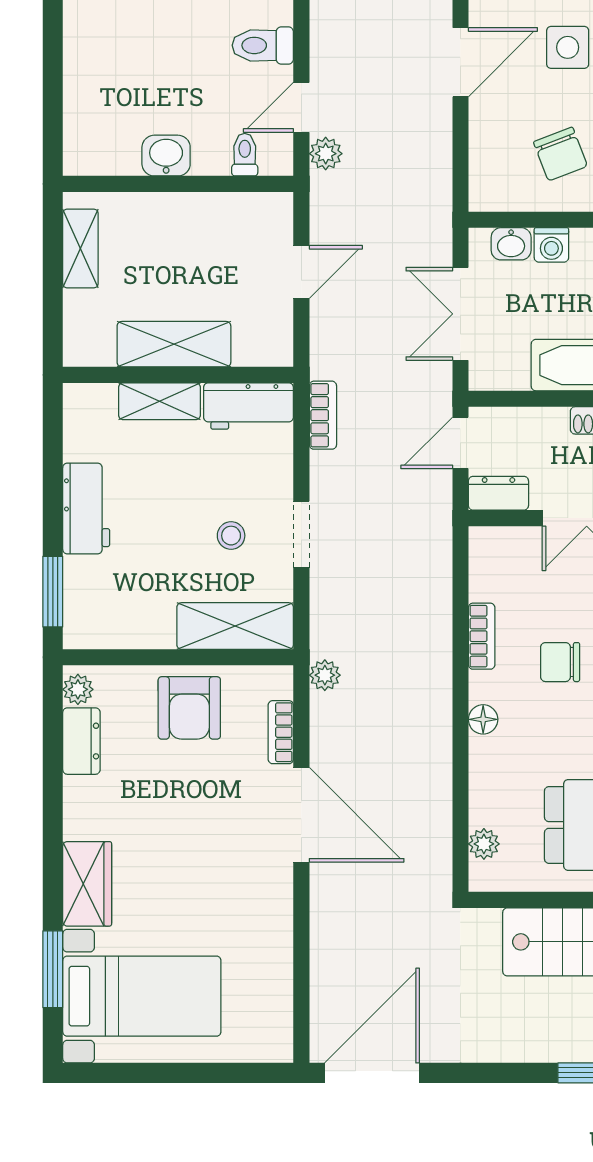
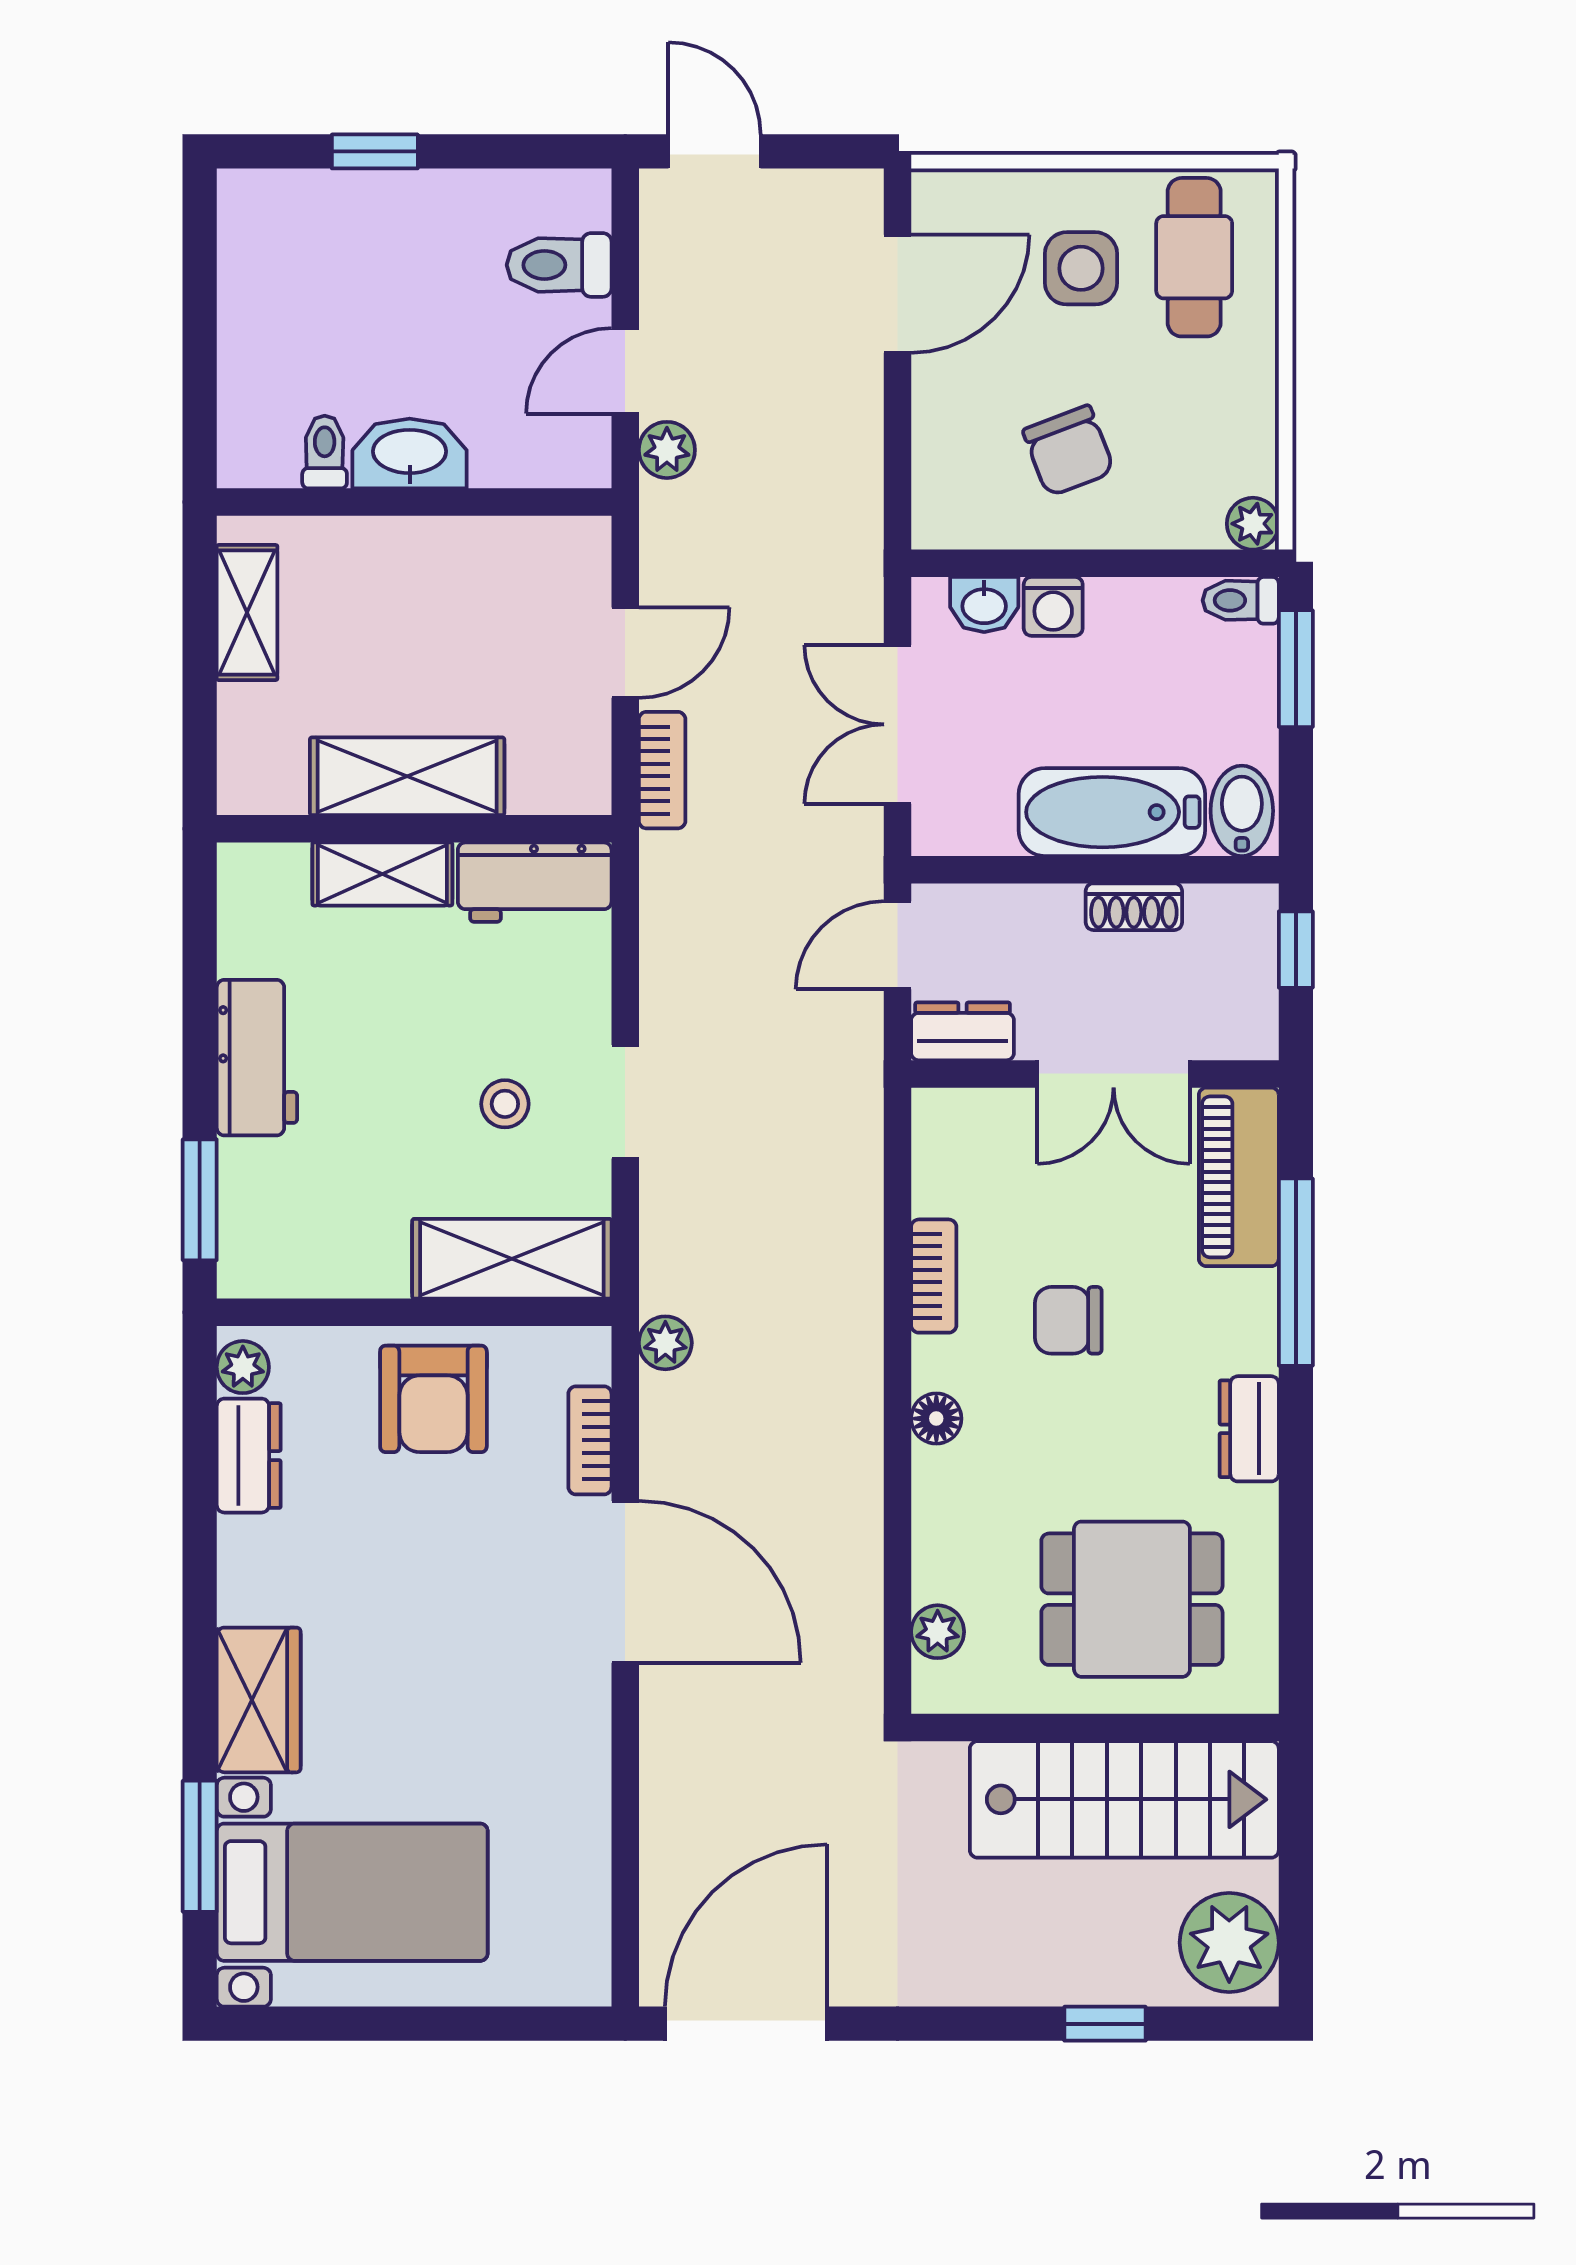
toilet: (245, 155) -> (325, 452), moved
washbasin: (166, 156) -> (410, 454), width x1.38
bookcase: (323, 415) -> (662, 770), moved

